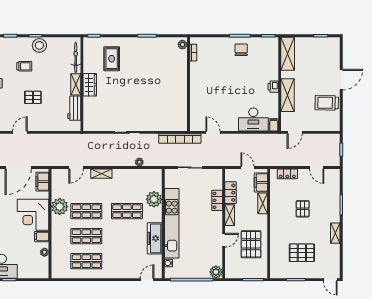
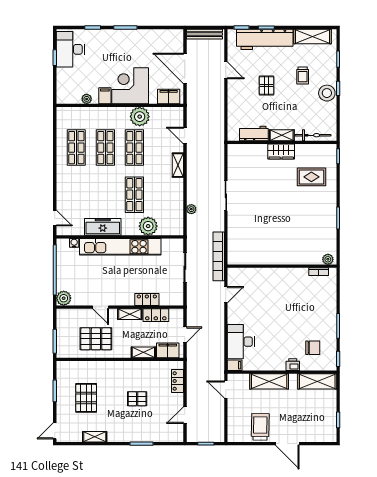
chair: (241, 50) -> (313, 348), moved
printer: (273, 87) -> (293, 365), moved
shelving: (335, 233) -> (95, 437), moved

